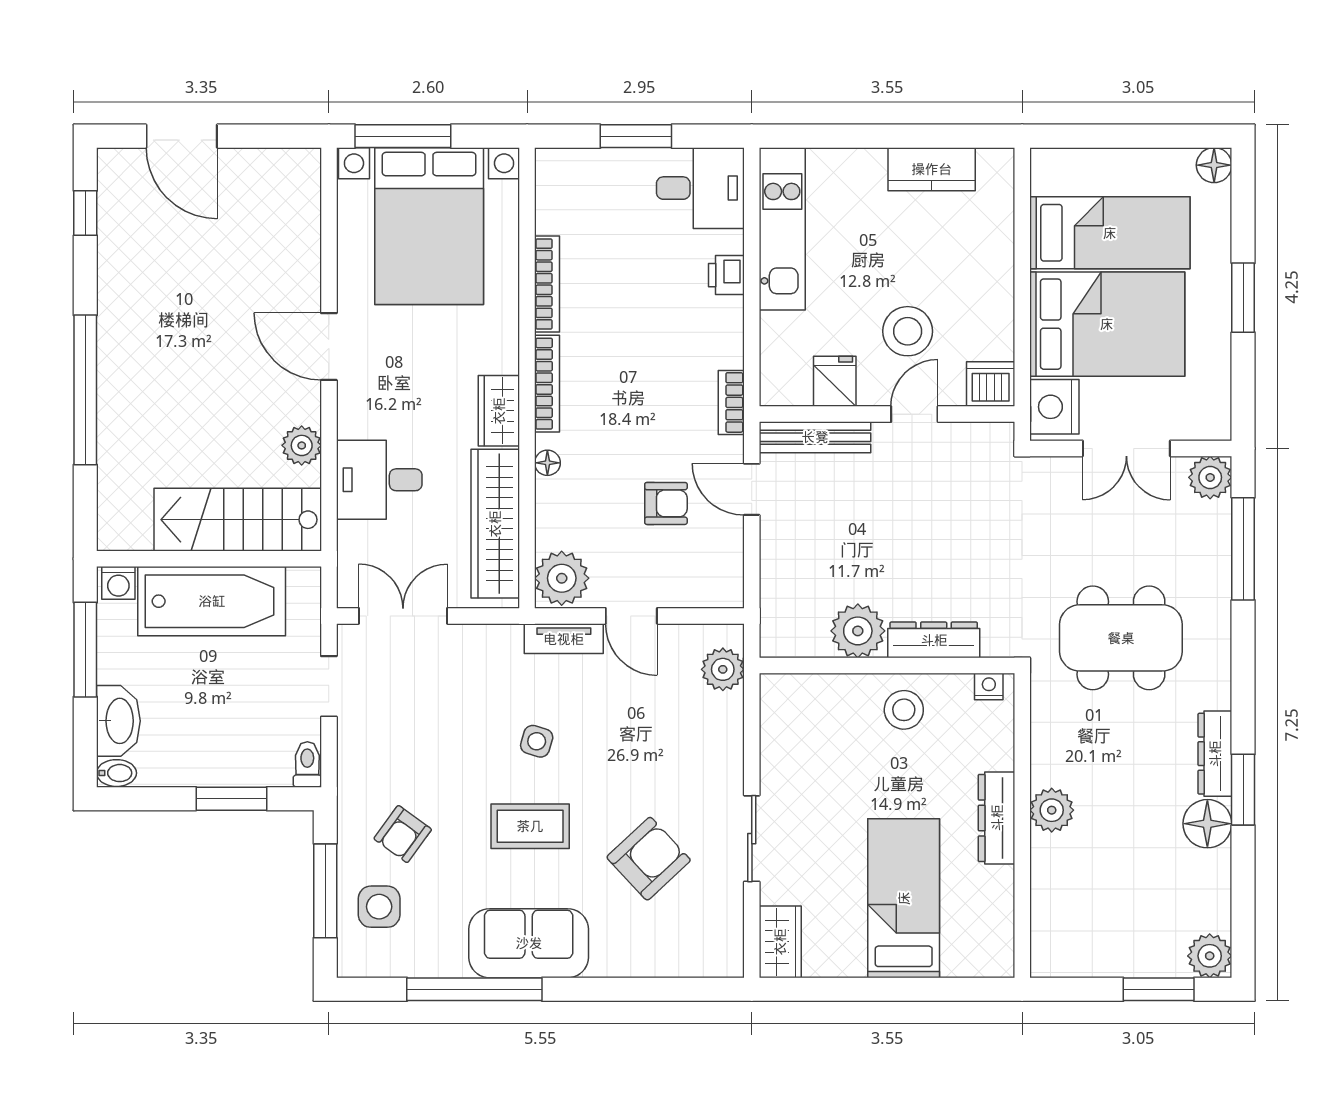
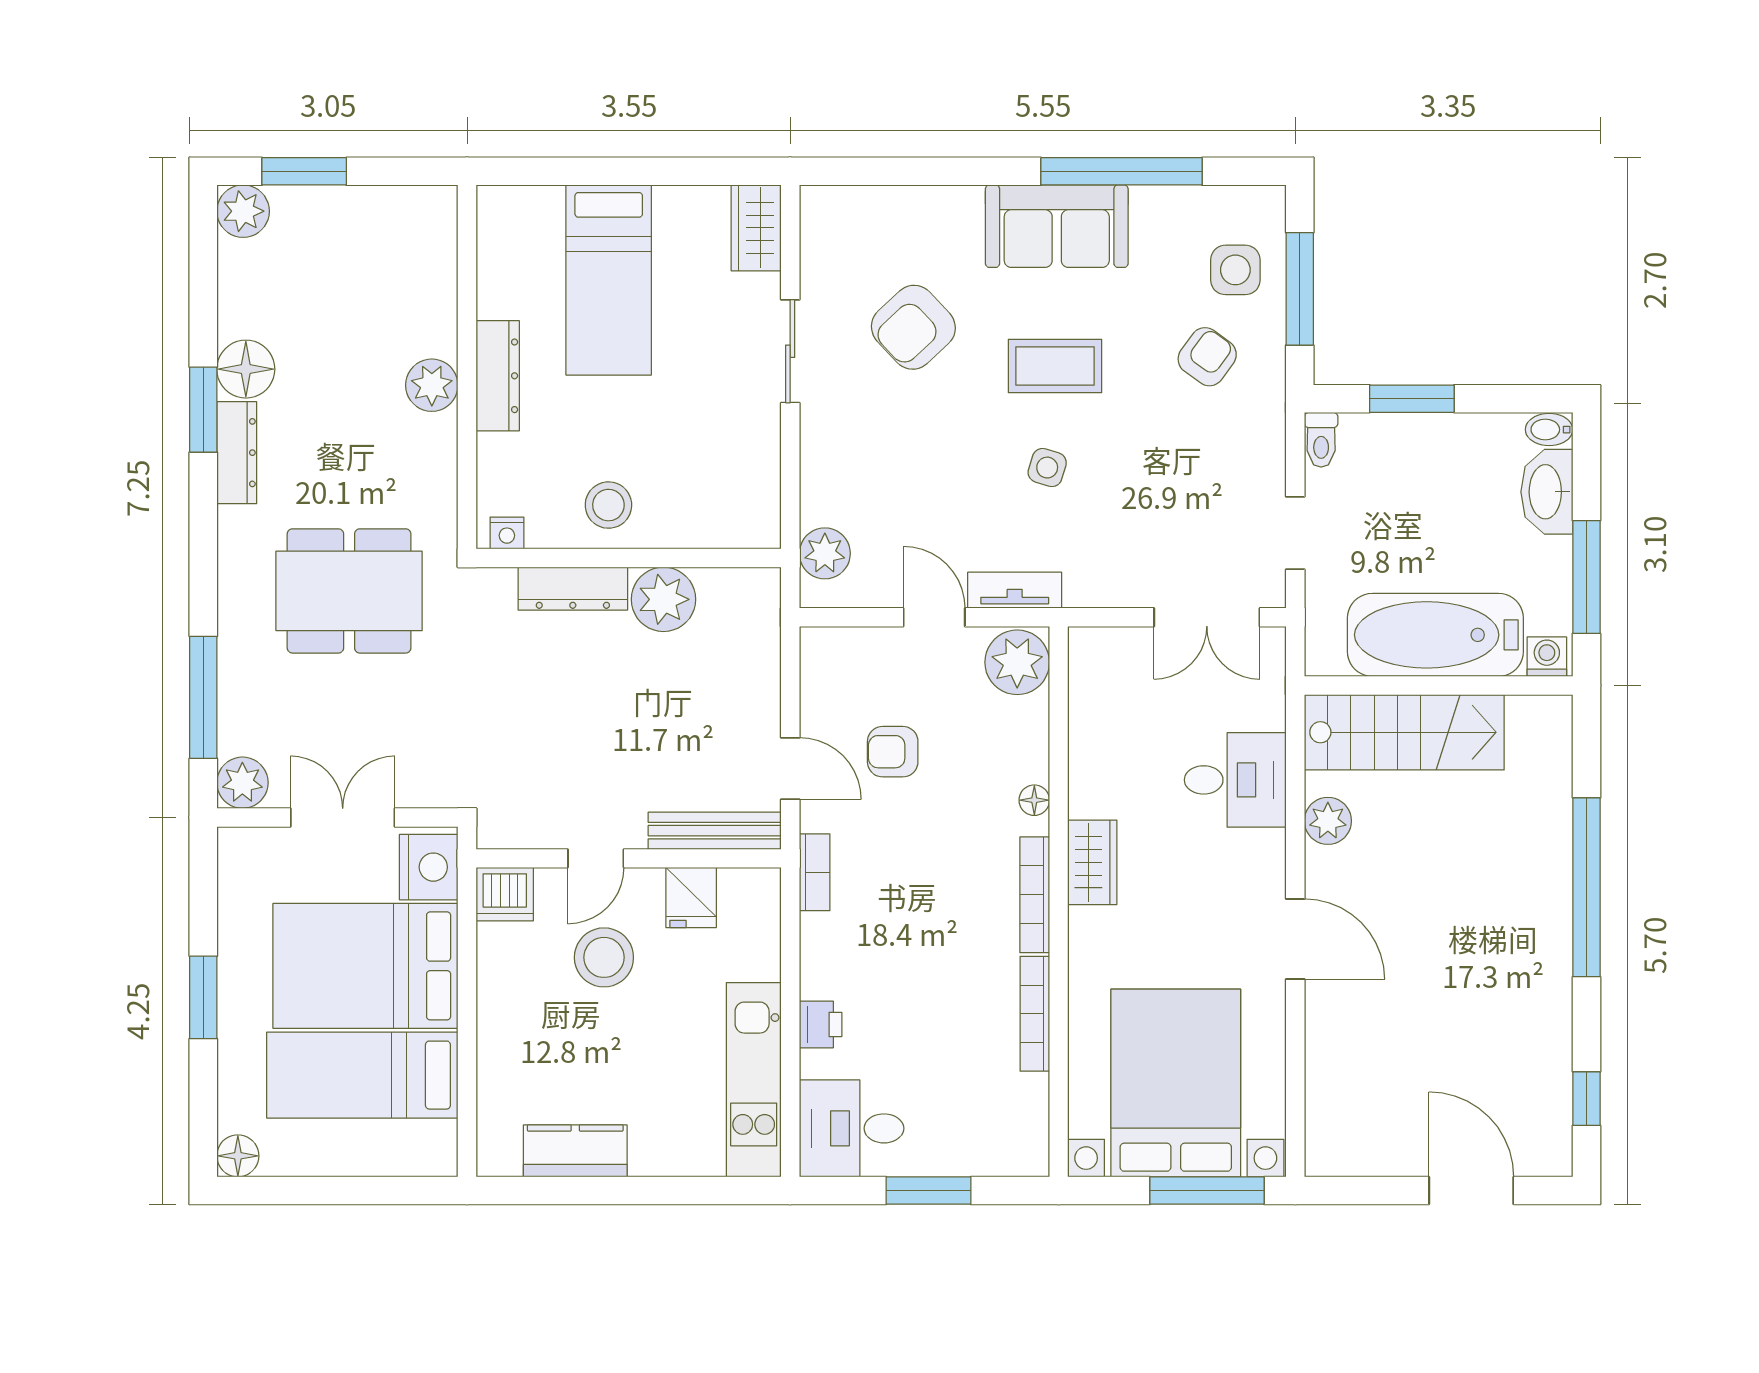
wardrobe: (495, 524) -> (1097, 727), removed

